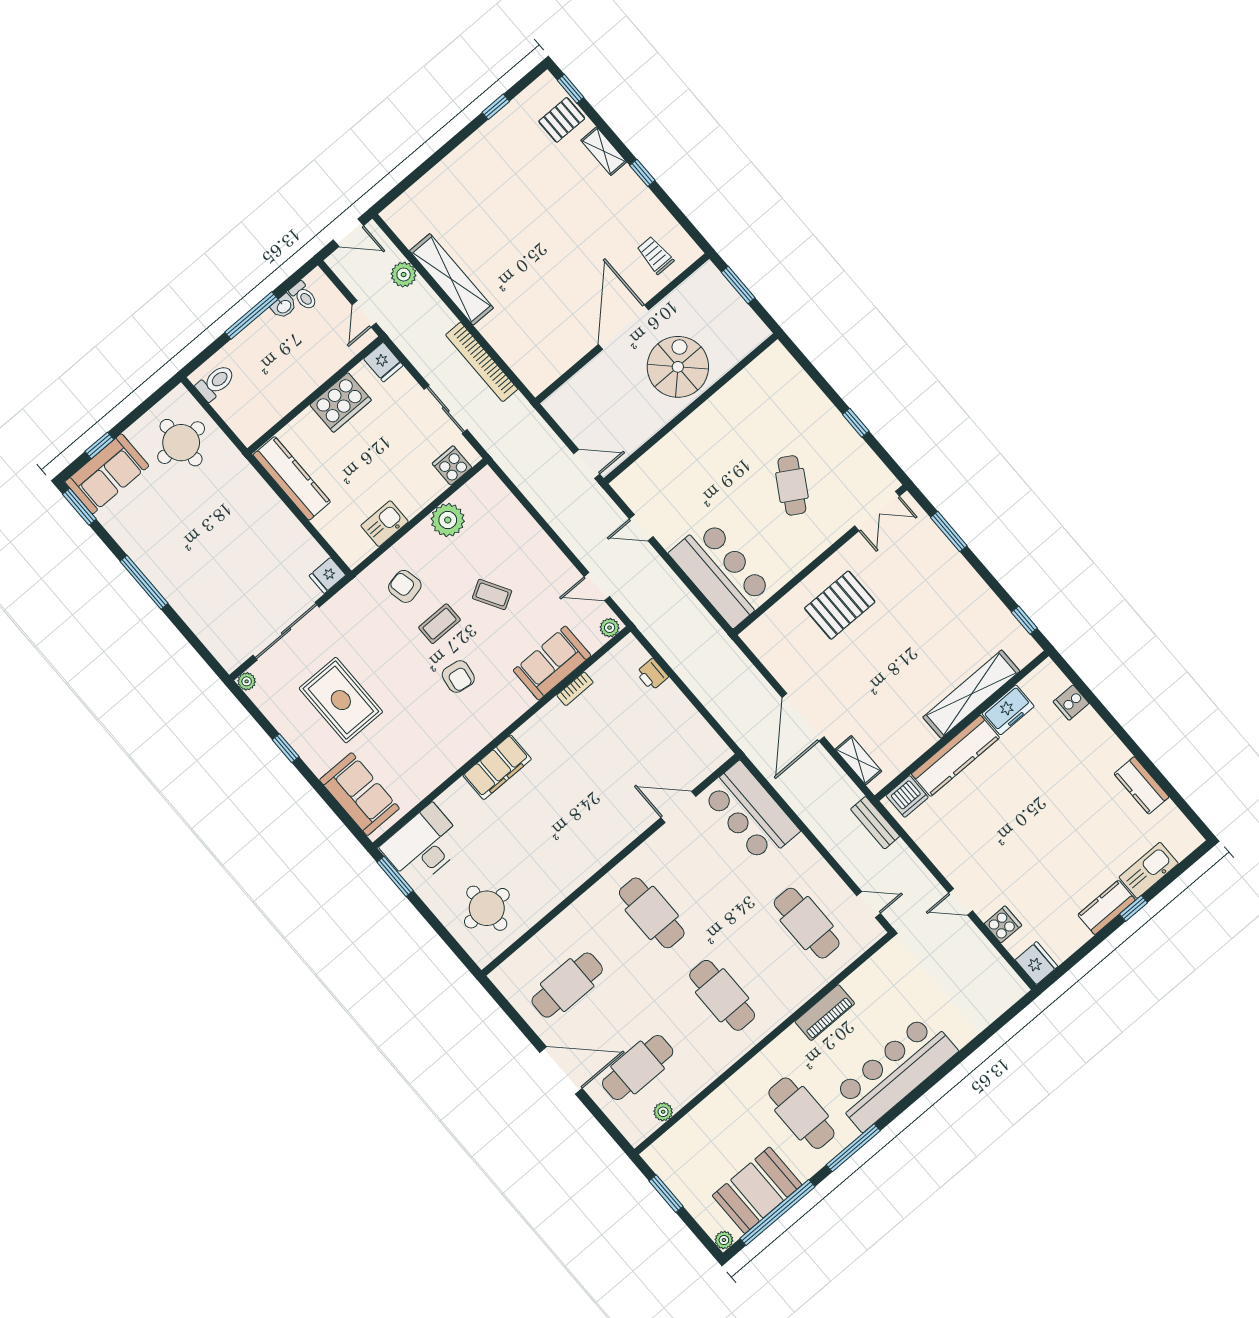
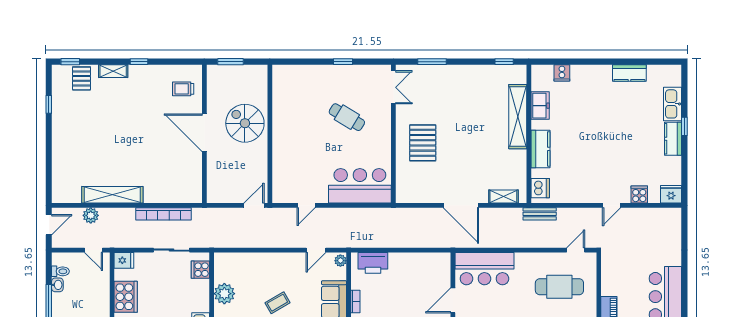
printer: (652, 675) -> (373, 263), width x1.87, depth x1.48
kitchen counter: (955, 756) -> (540, 149), width x0.67

